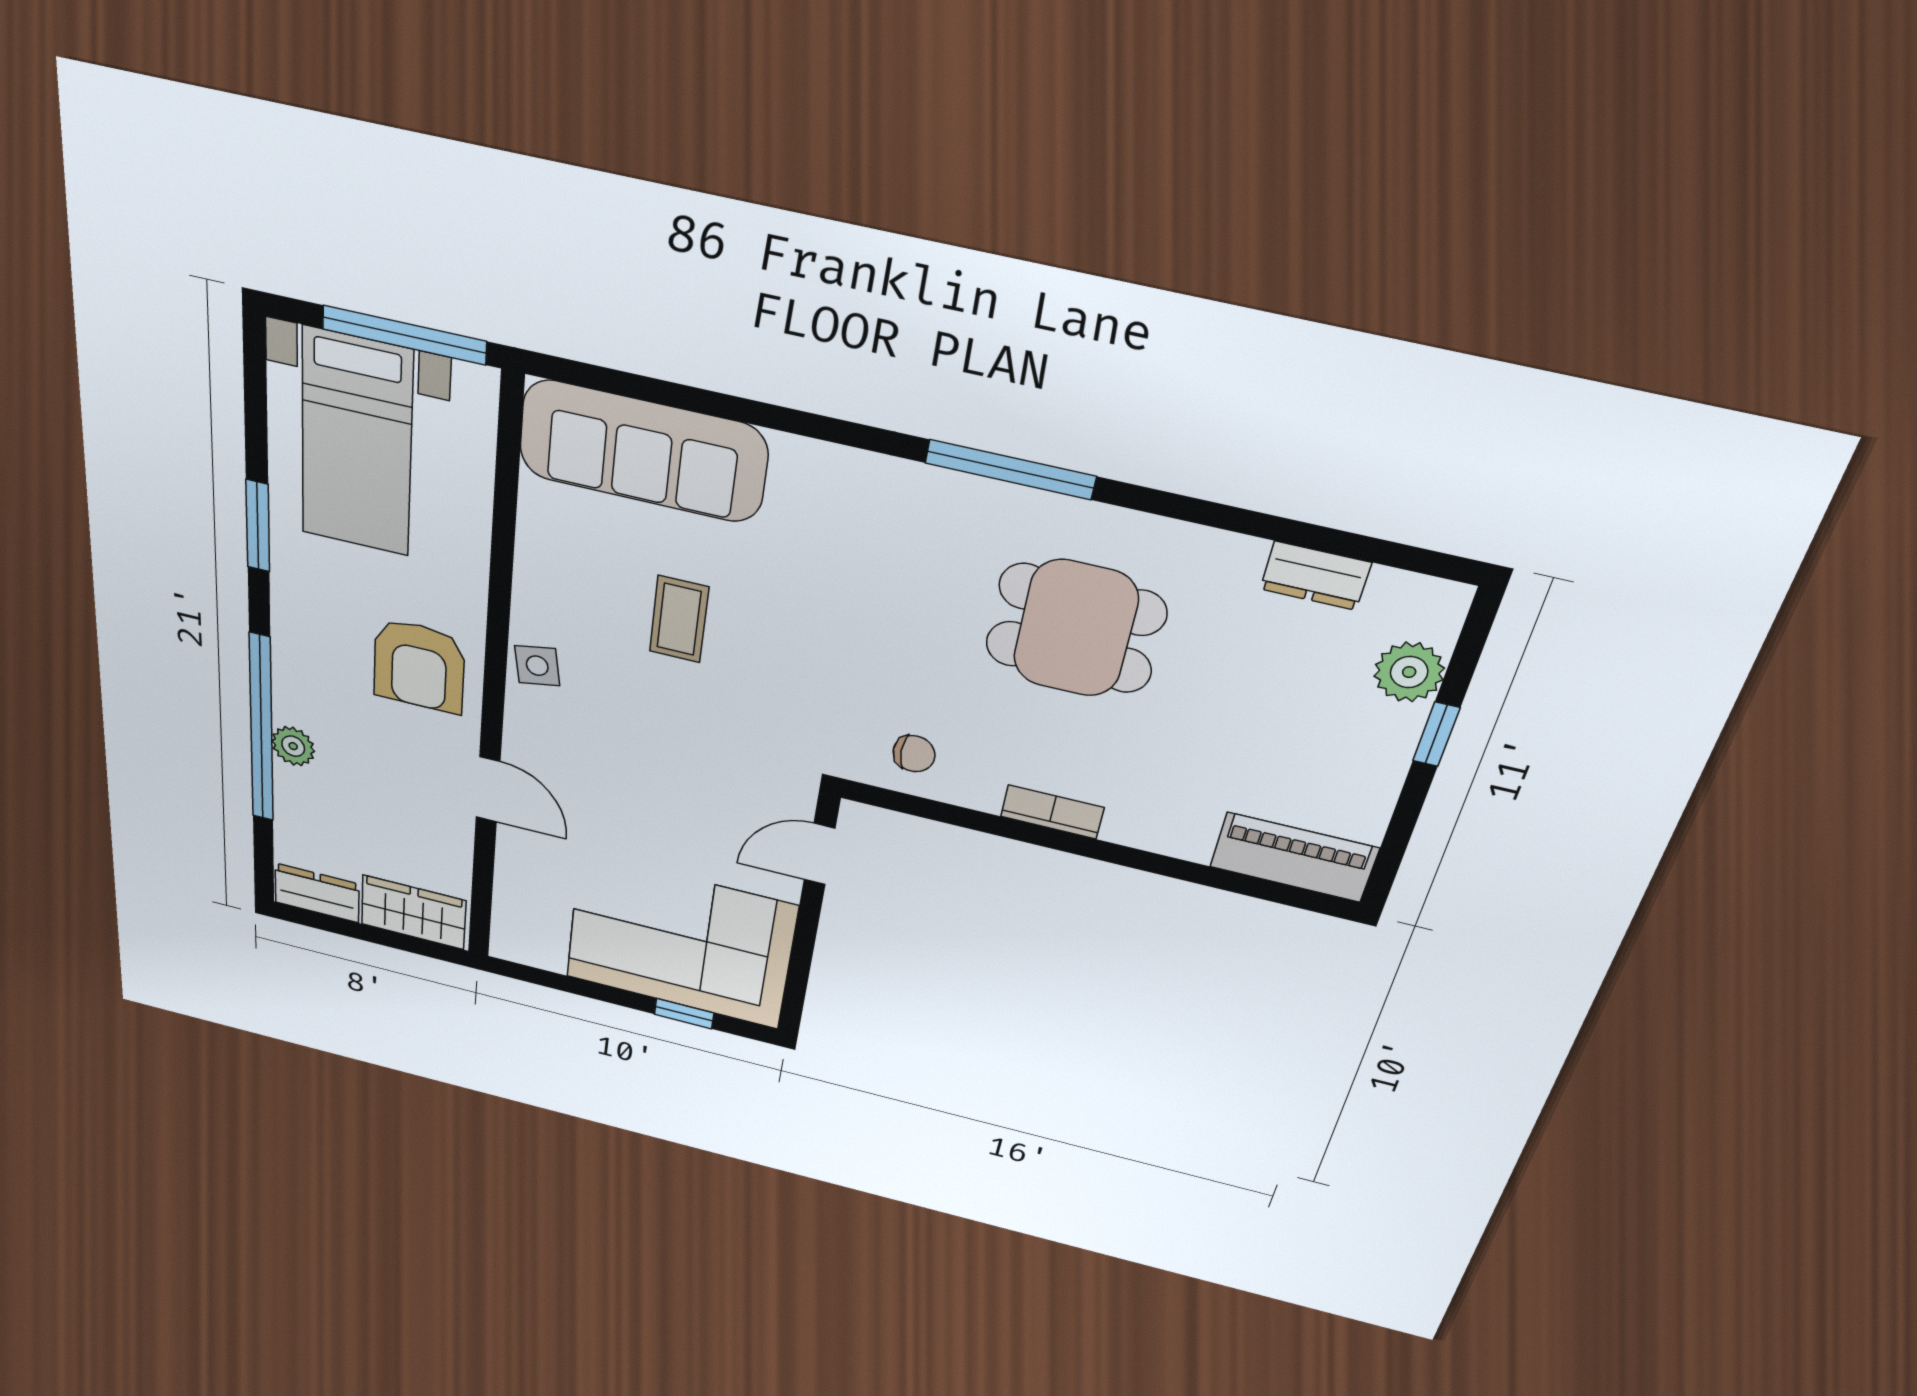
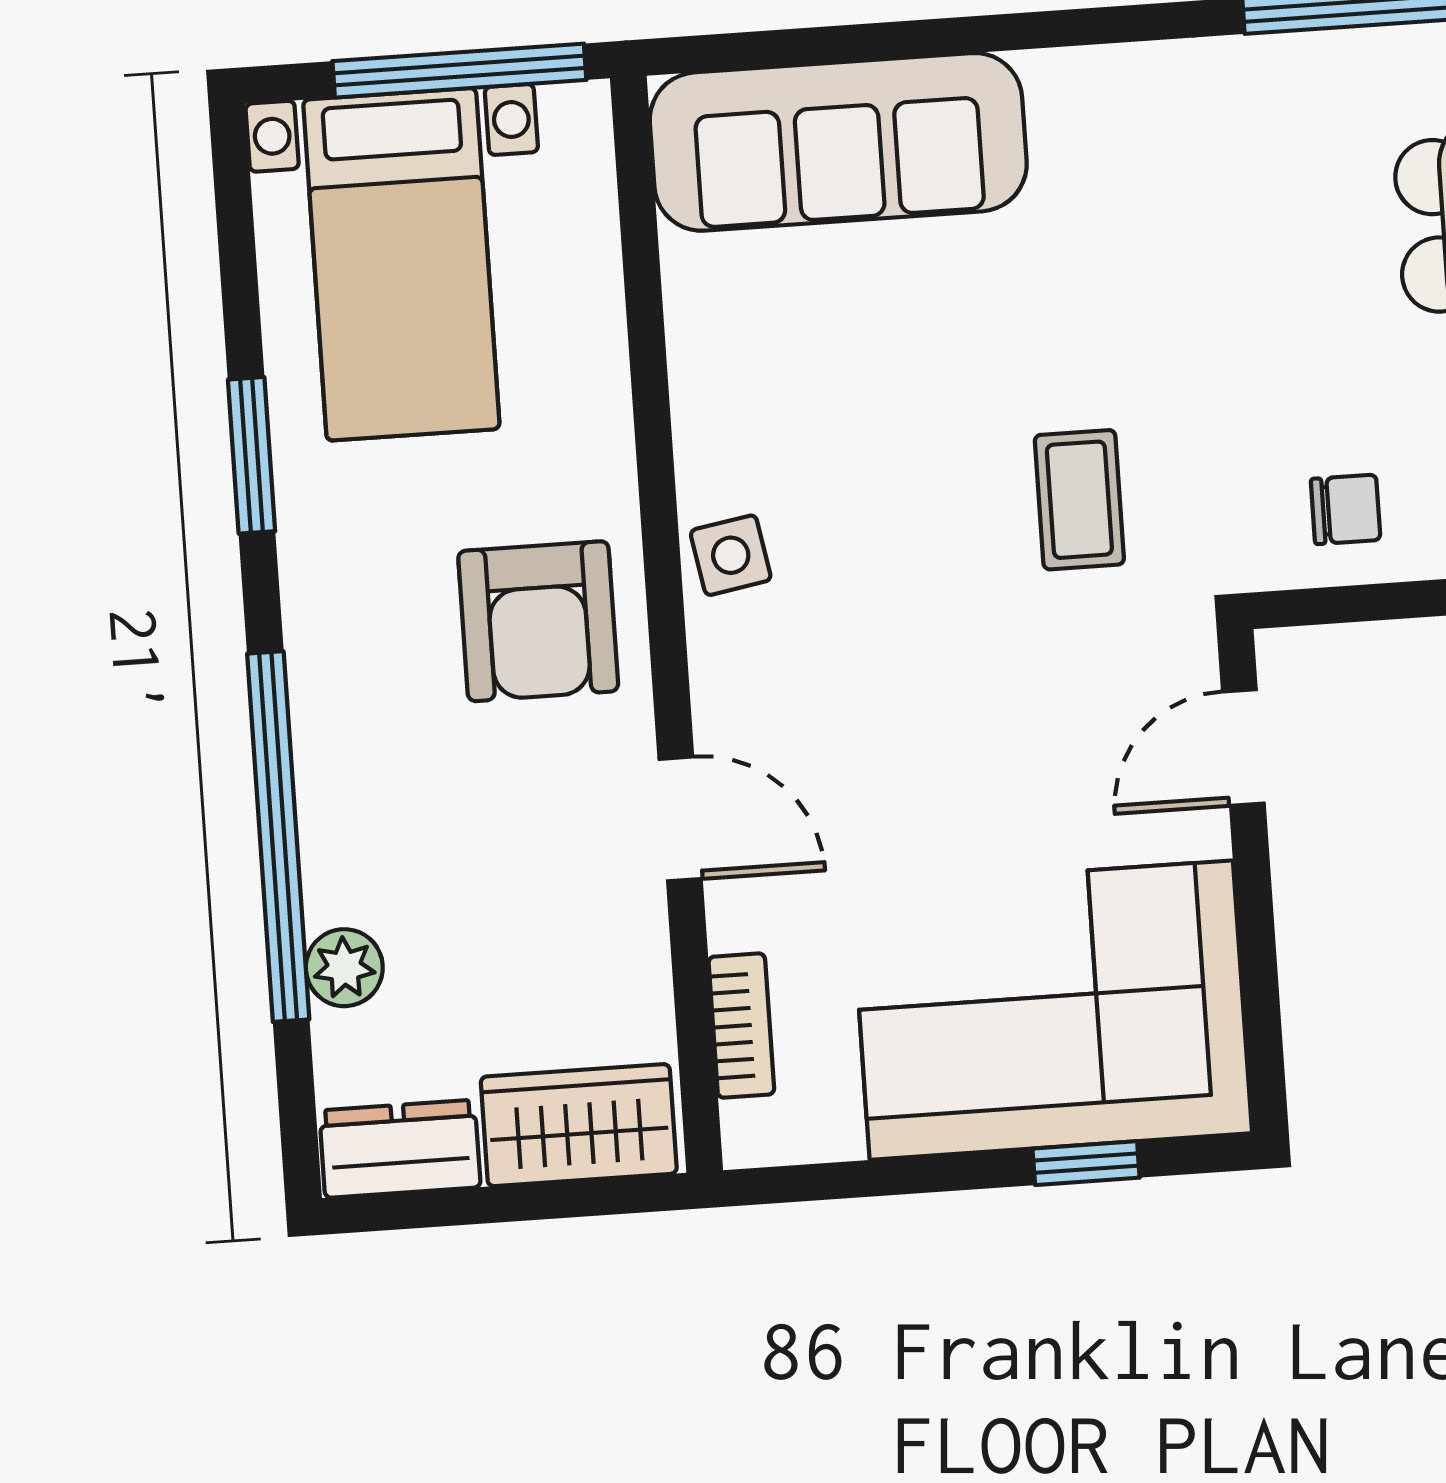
coffee table: (679, 619) -> (1079, 500), moved
plant: (293, 746) -> (344, 968), moved
bookcase: (508, 896) -> (741, 1026), added

